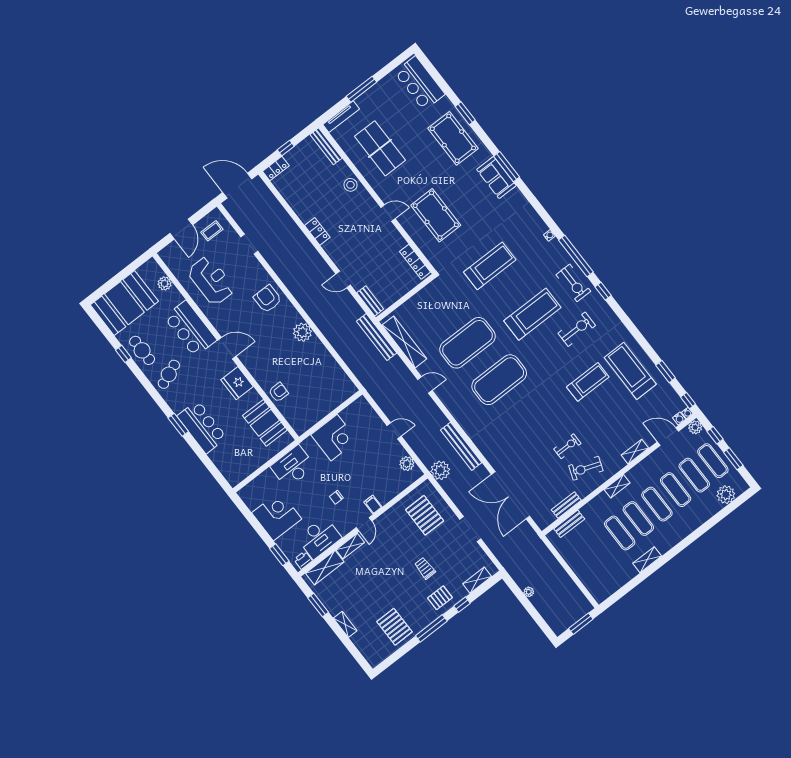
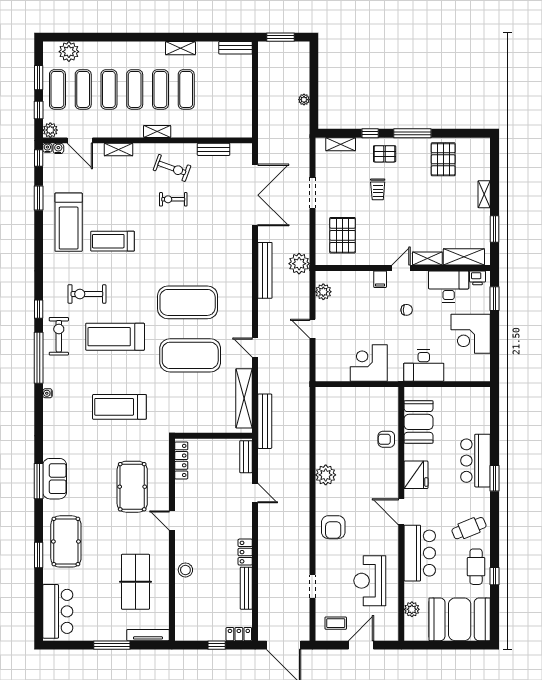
bench: (326, 146) -> (246, 588), moved
bench: (569, 524) -> (236, 48), moved

